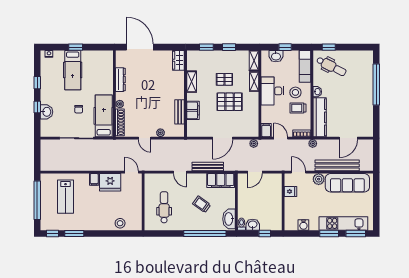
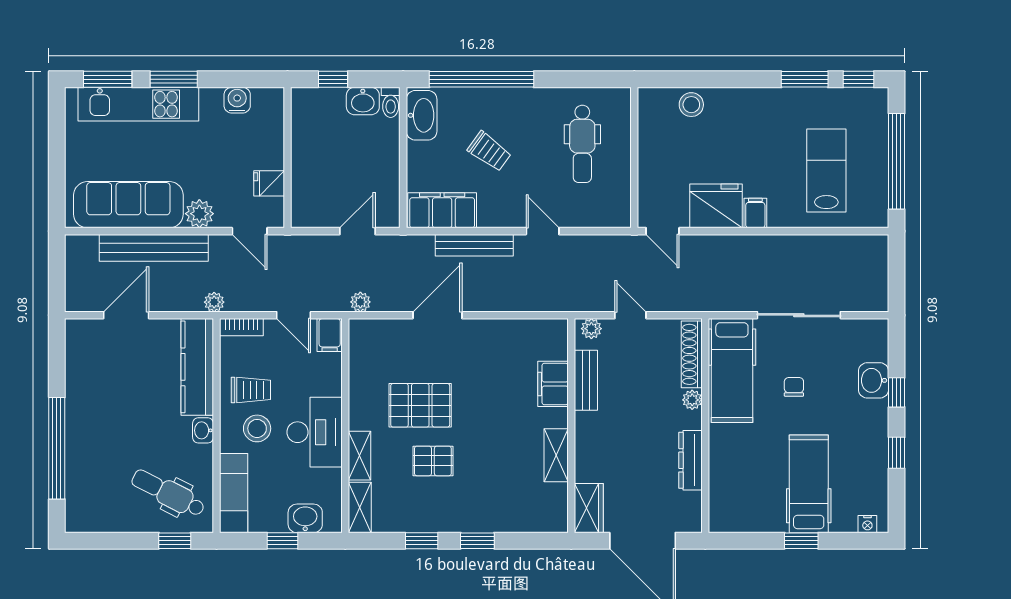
wardrobe: (178, 60) -> (589, 508), moved
shelving: (192, 82) -> (556, 455), moved
wall: (186, 94) -> (571, 426), moved
filing cabinet: (193, 110) -> (553, 384), moved
bench: (180, 112) -> (586, 380), moved

